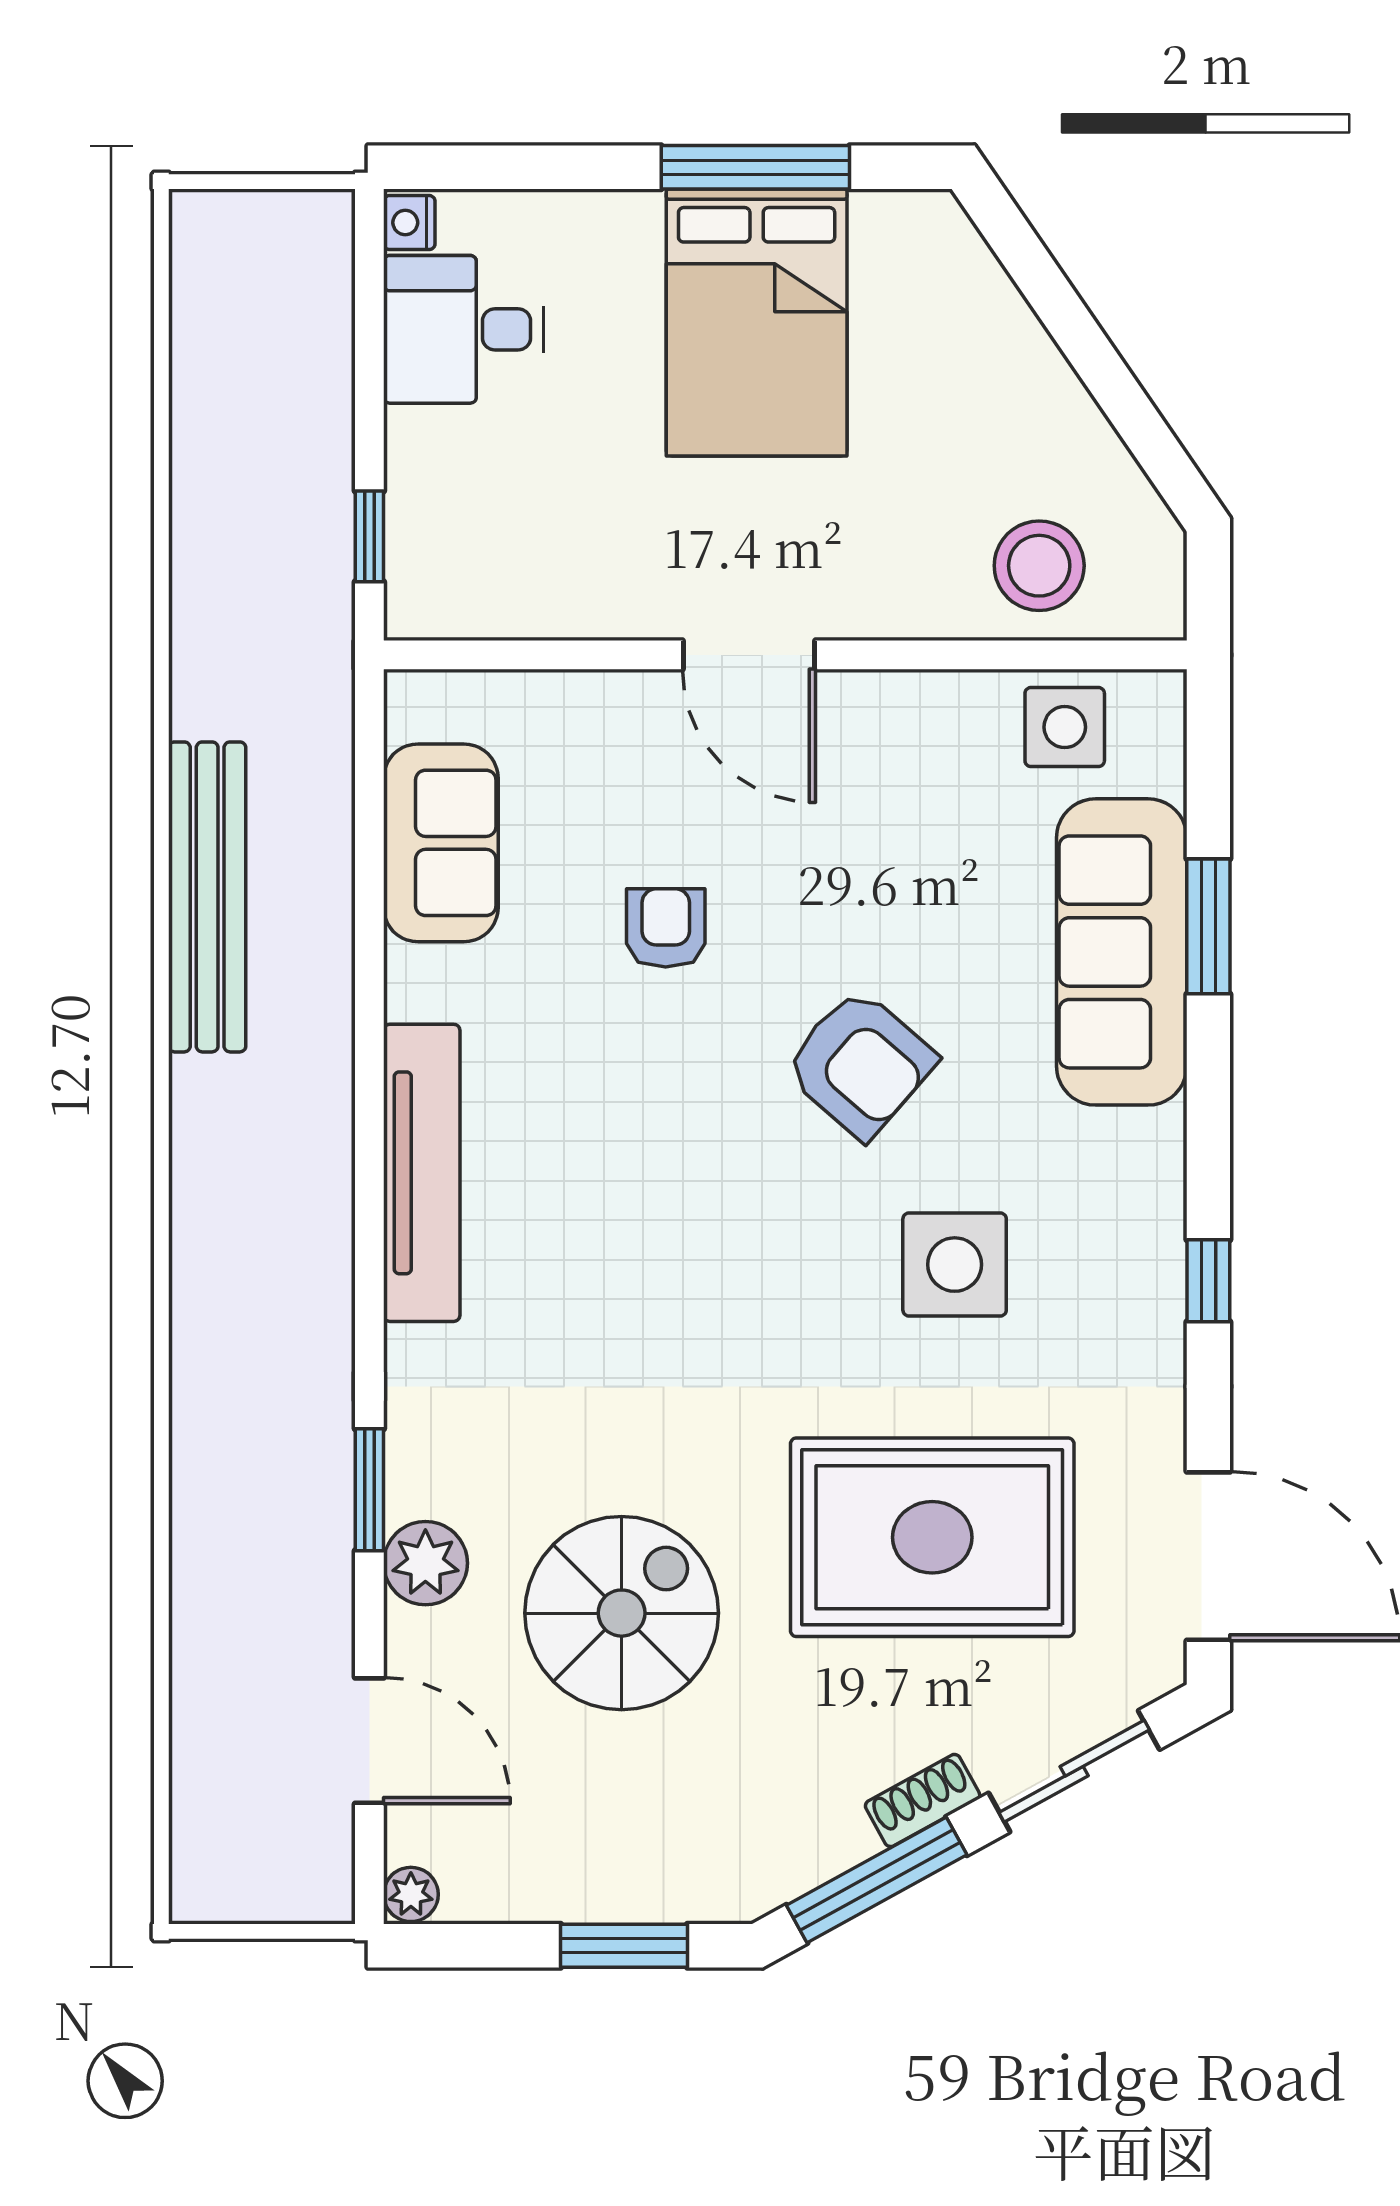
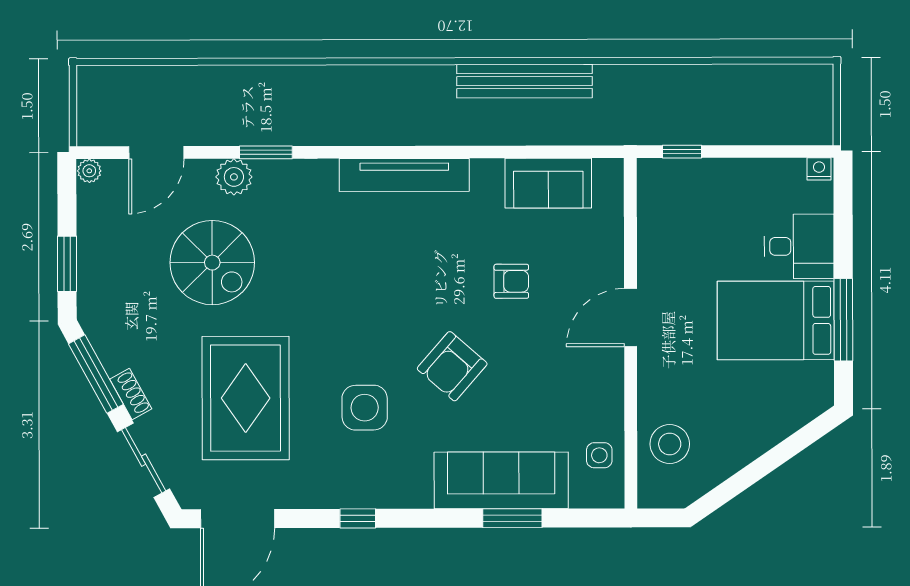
desk: (463, 329) -> (799, 246), moved, turned 90
side table: (1065, 727) -> (599, 455), width x0.73, depth x0.73

